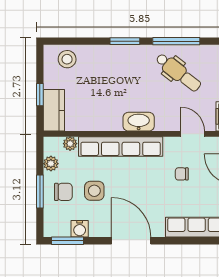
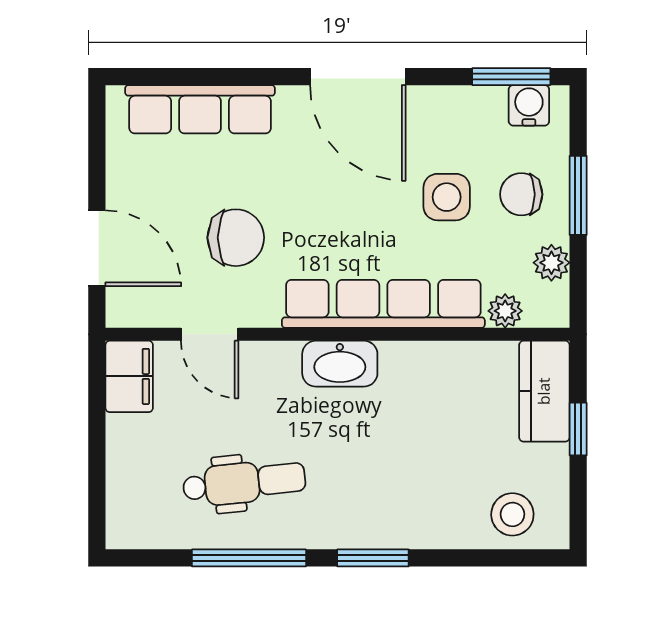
dental chair: (178, 72) -> (244, 483), turned 136
chair: (182, 174) -> (236, 238), width x1.87, depth x1.87
water cooler: (80, 229) -> (529, 105), moved

